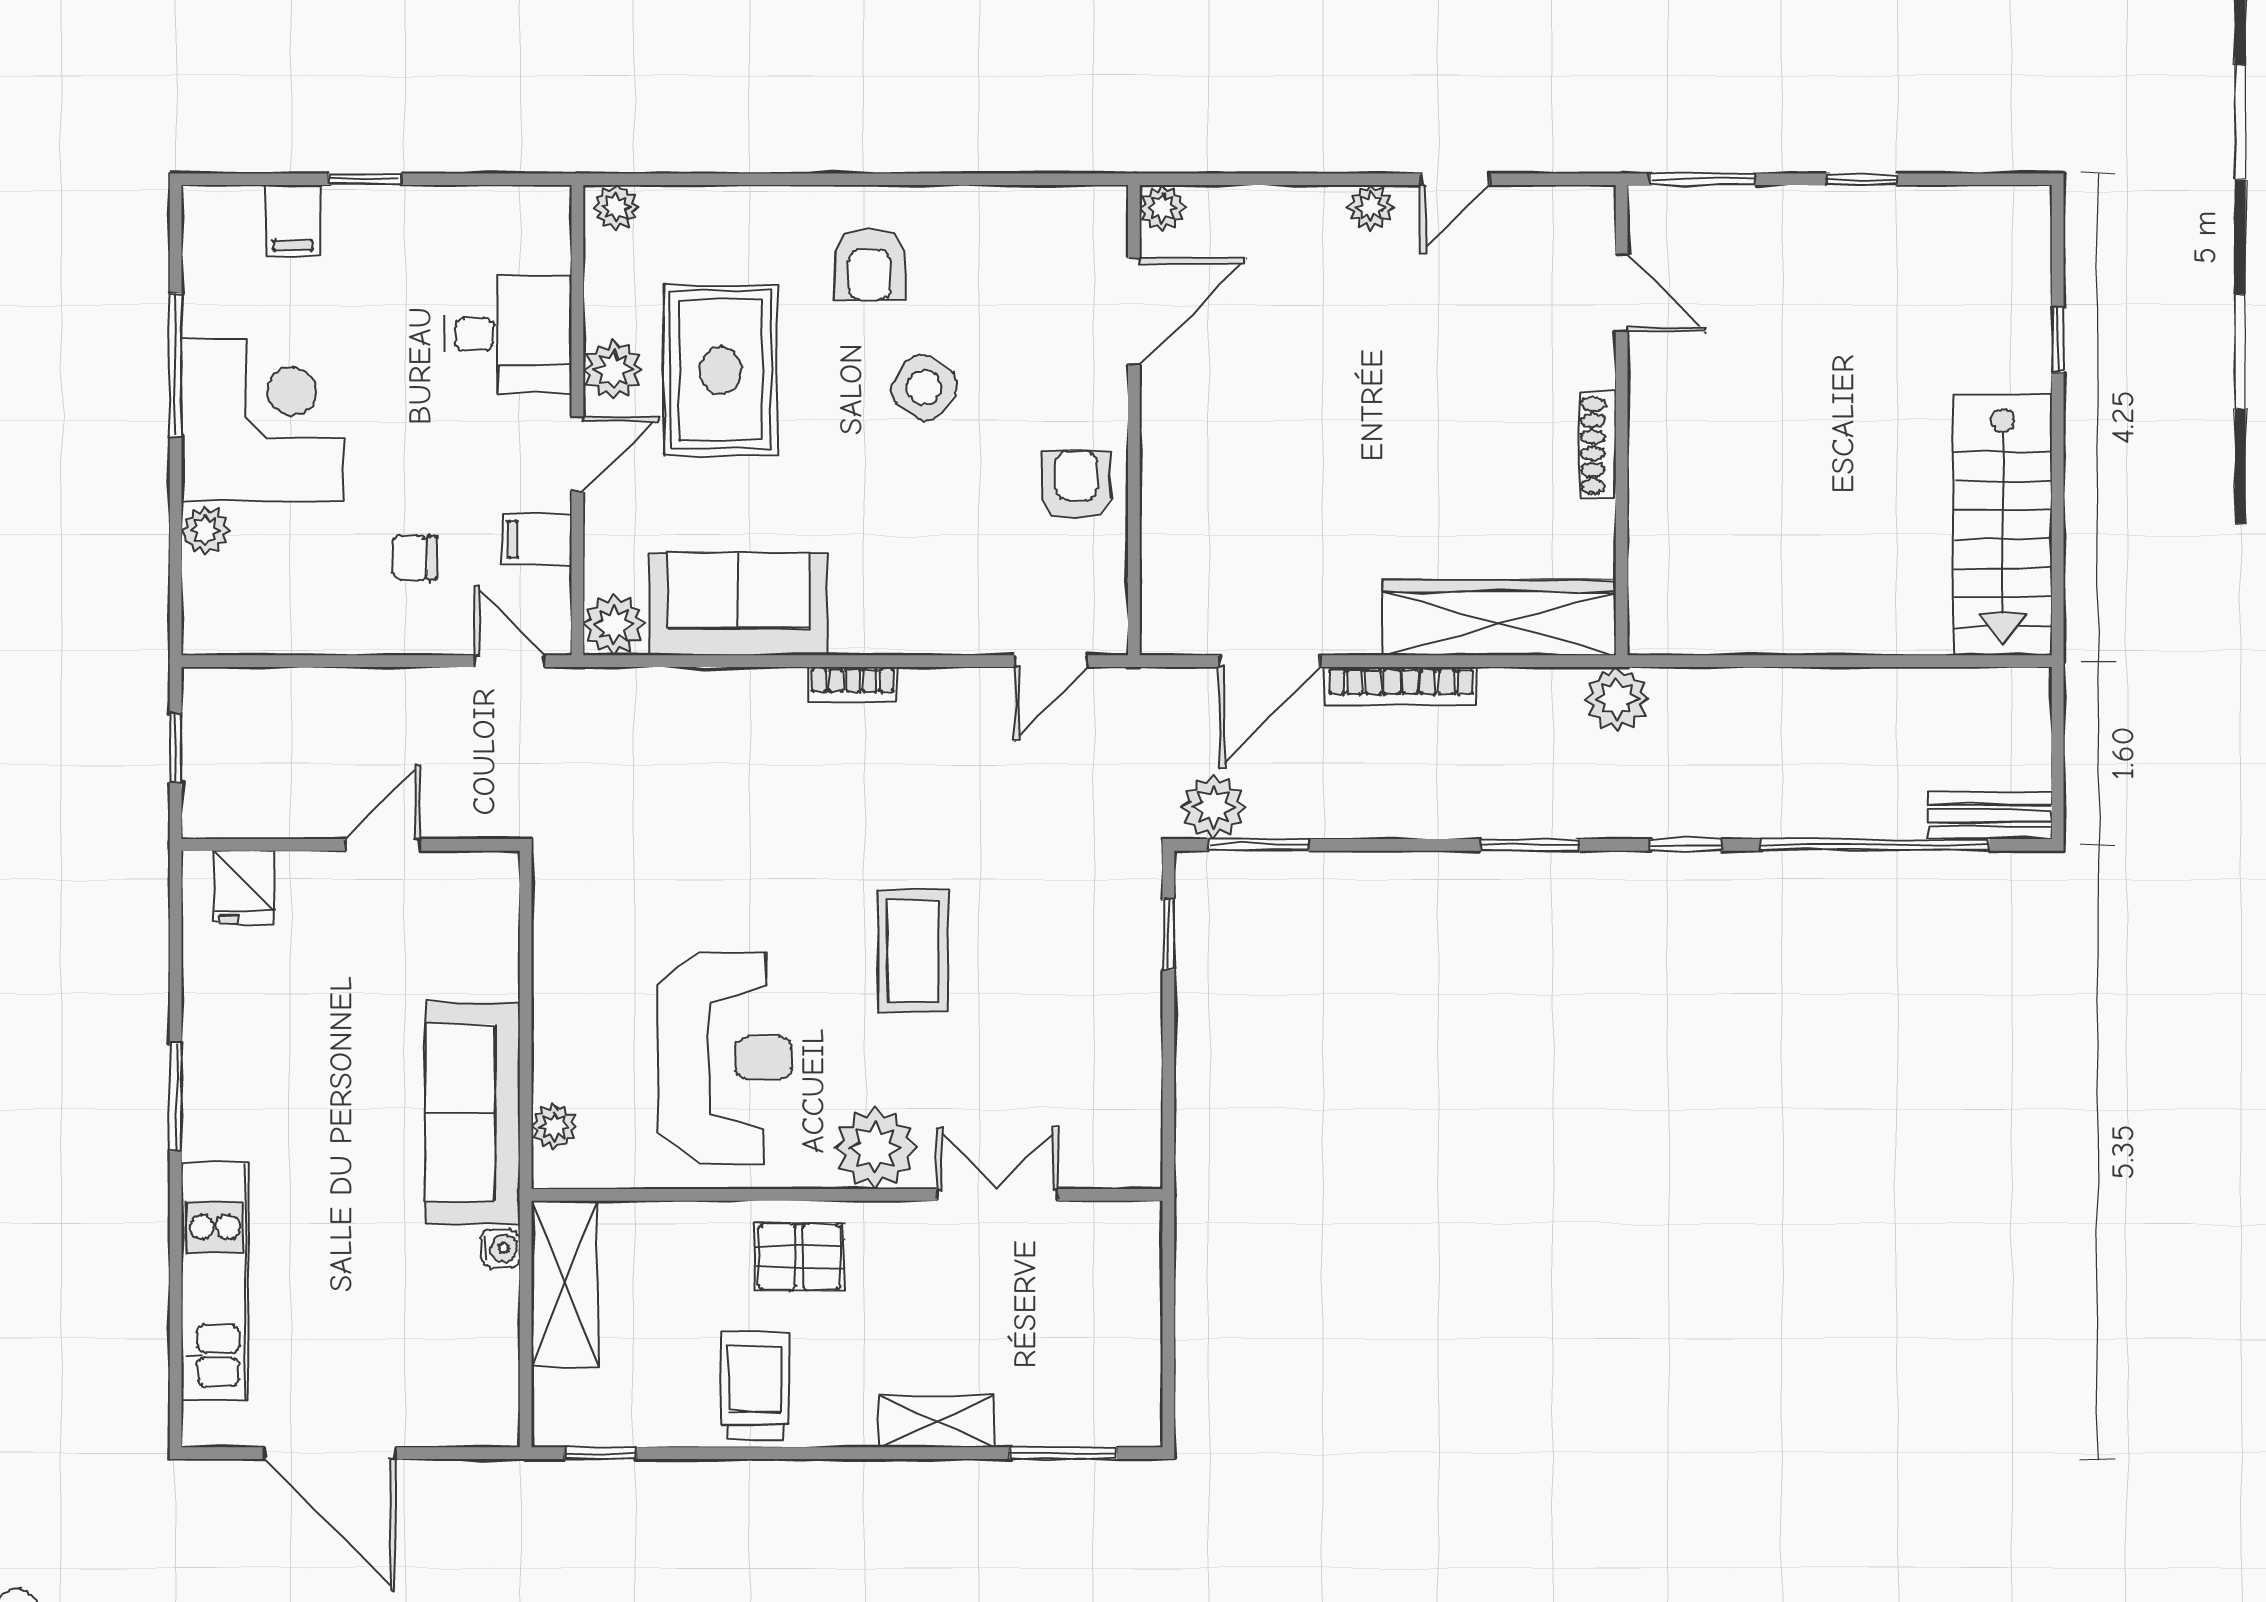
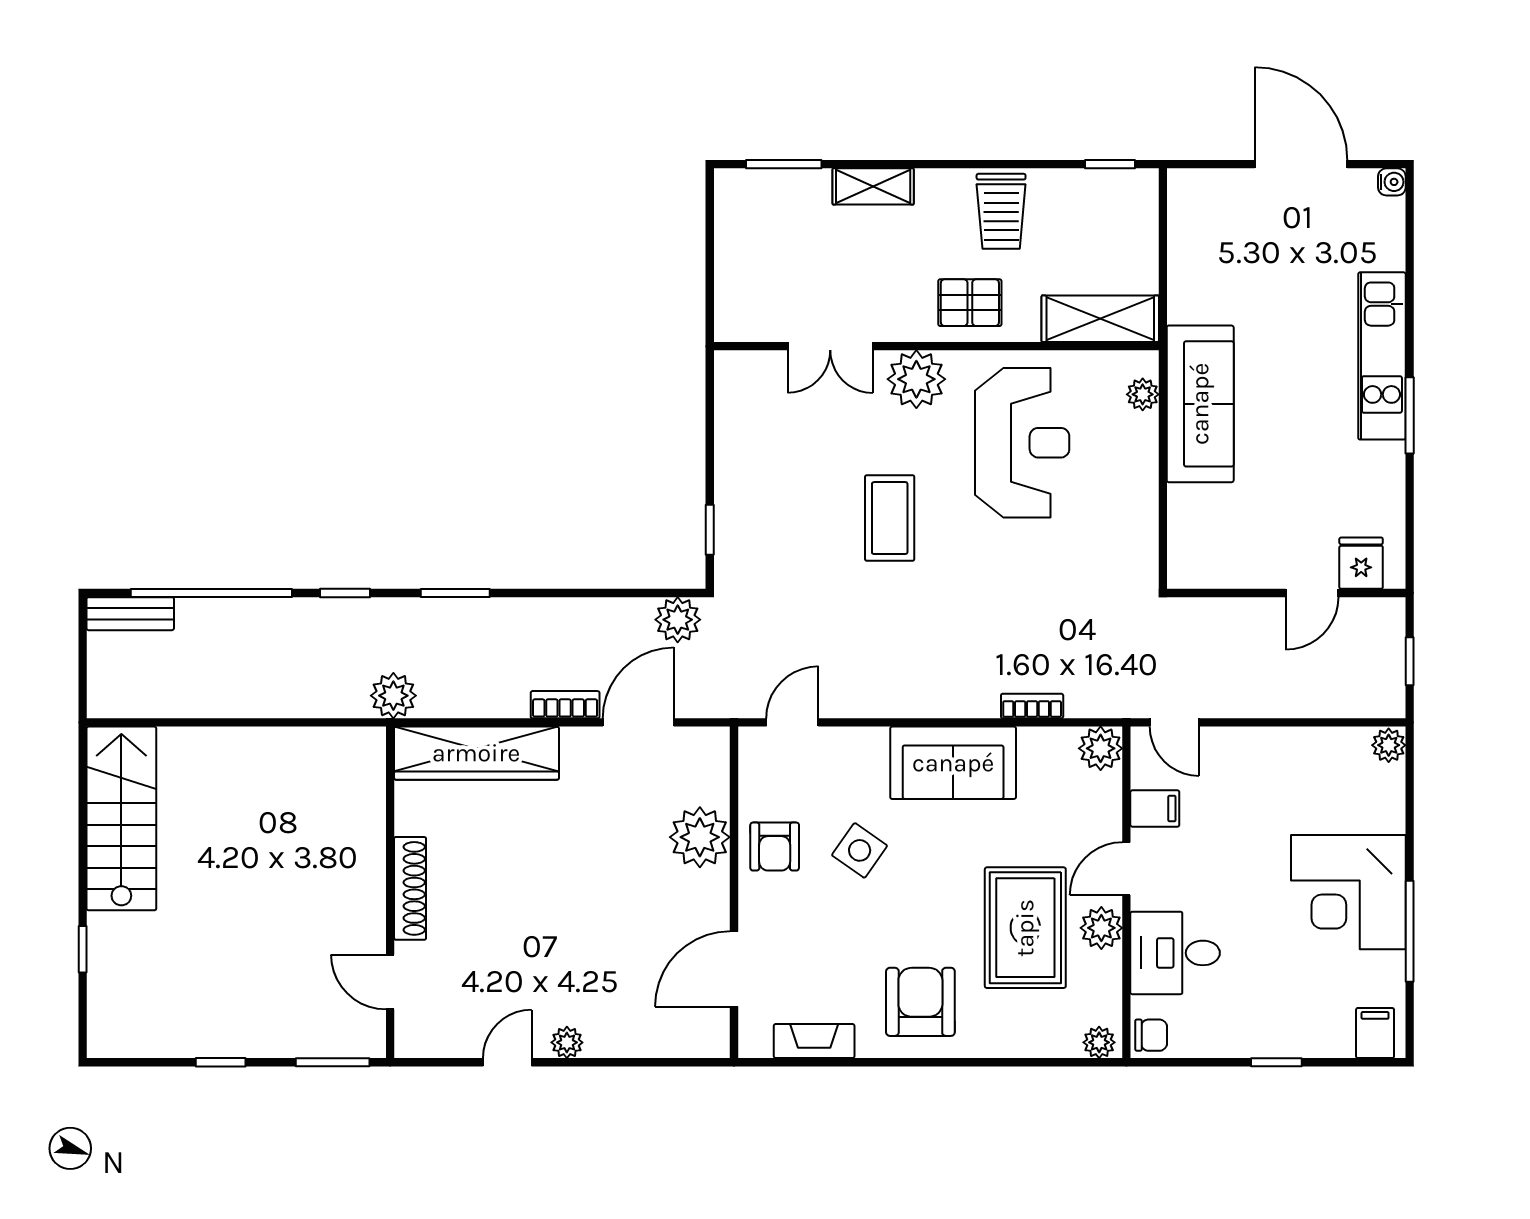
plant: (1162, 208) -> (700, 837), moved, width x1.88, depth x1.88
fireplace: (1020, 209) -> (814, 1041), added
filing cabinet: (293, 221) -> (1375, 1033), moved
armchair: (869, 265) -> (920, 1002), width x1.38, depth x1.38
side table: (924, 387) -> (860, 850), moved
shoe rack: (1598, 445) -> (410, 888), width x1.36, depth x1.24
plant: (205, 530) -> (1389, 745), moved
chair: (414, 558) -> (1151, 1035), moved
sofa: (739, 604) -> (953, 763), moved
bookcase: (853, 685) -> (1032, 706), moved
bookcase: (1401, 686) -> (565, 705), width x0.64
door: (383, 845) -> (1312, 593), moved
window: (1259, 845) -> (646, 593), removed
reception desk: (725, 1058) -> (1022, 443), turned 180
water cooler: (500, 1248) -> (1392, 182), moved, turned 180
kitchen unit: (215, 1282) -> (1382, 356), moved
shelving: (565, 1284) -> (1100, 319), moved, turned 90

